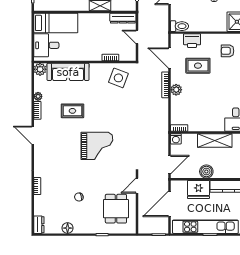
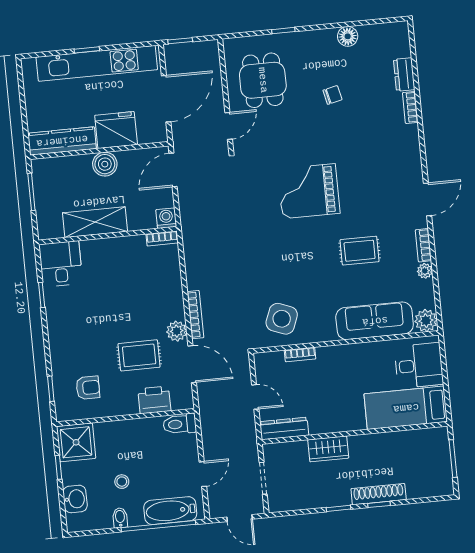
plant: (176, 90) -> (177, 331), moved
door: (33, 135) -> (428, 199), hinge flipped
dresser: (39, 225) -> (404, 74), moved

